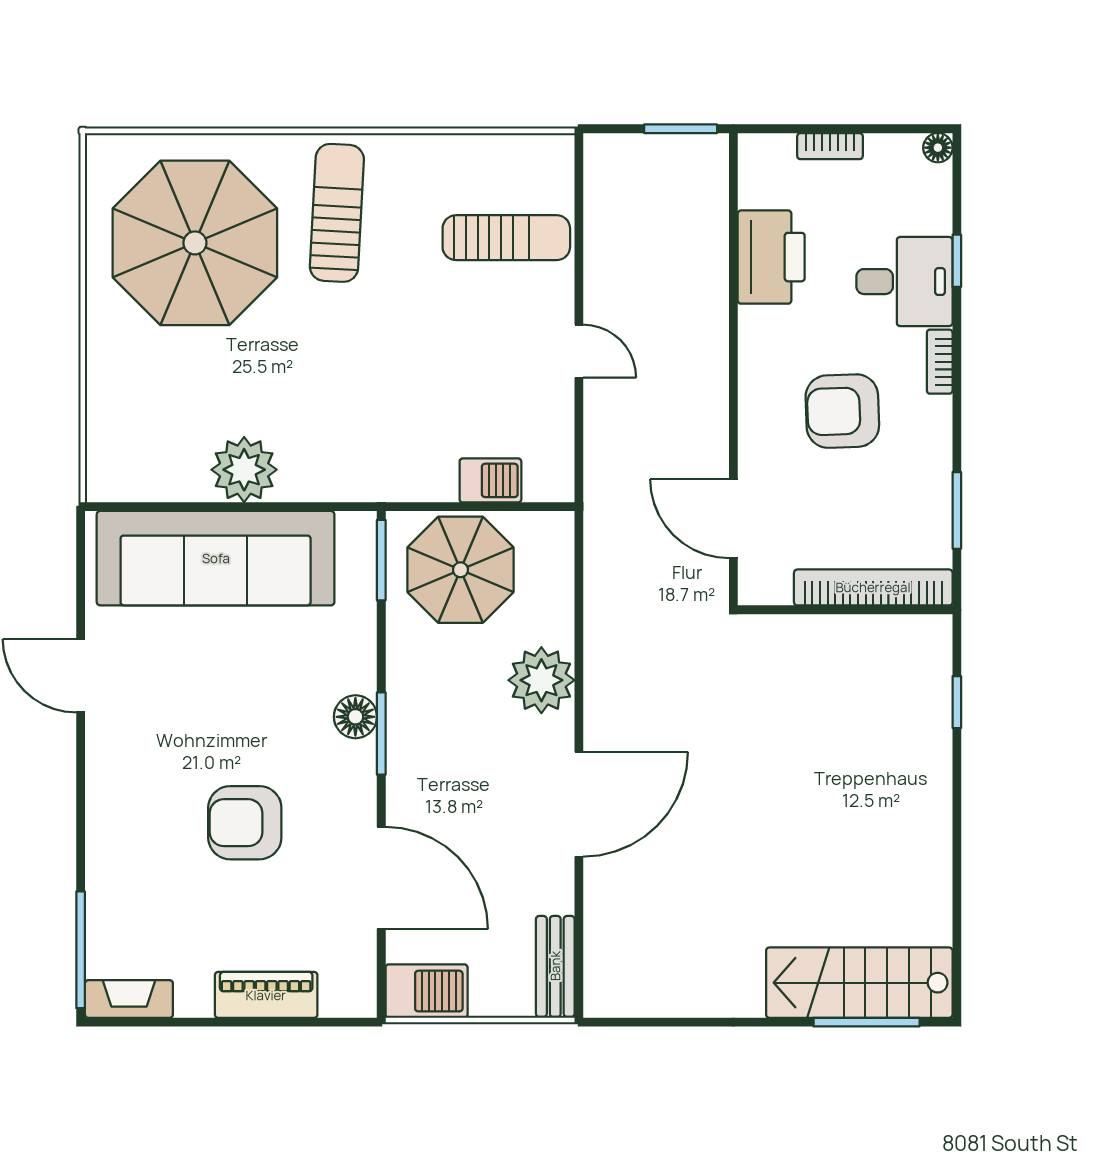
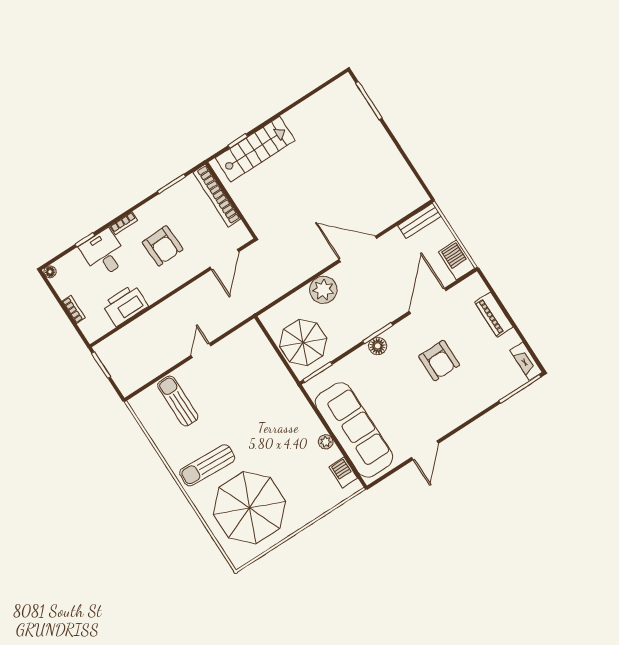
plant: (244, 470) -> (326, 442), width x0.53, depth x0.53
barbecue: (490, 480) -> (343, 472), moved
stairs: (859, 983) -> (255, 149), moved, turned -90

